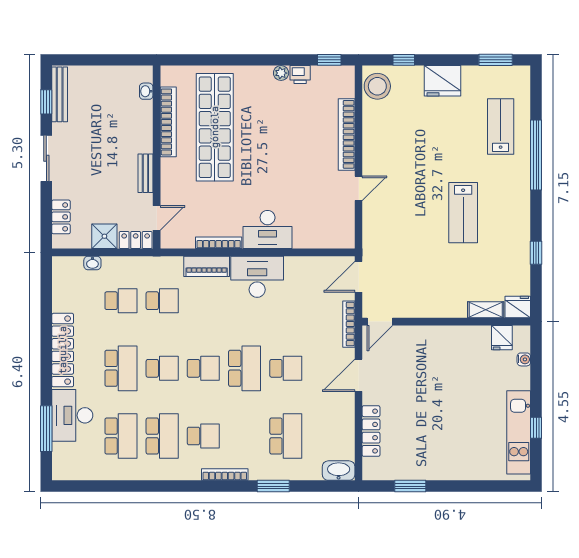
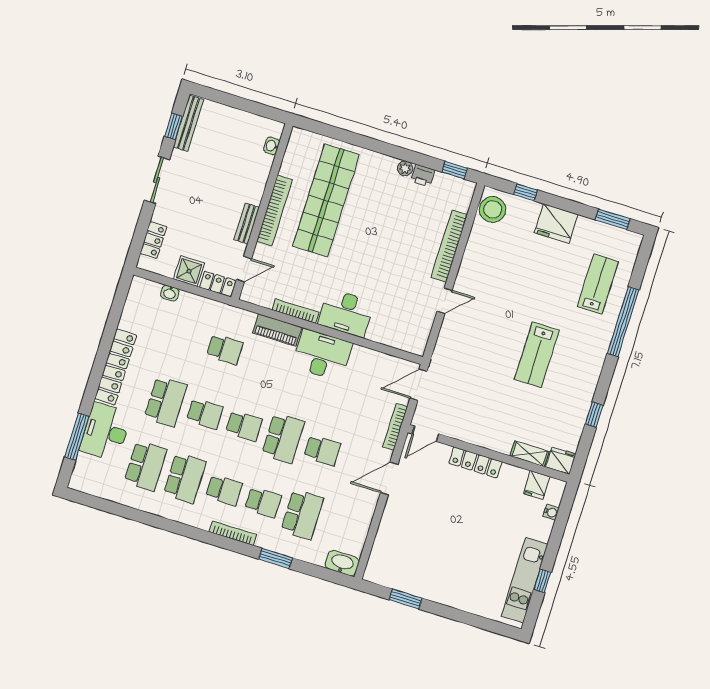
bookcase: (168, 122) -> (274, 210), moved
school desk: (121, 301) -> (263, 502), moved
locker: (371, 431) -> (475, 462), moved, turned 90

